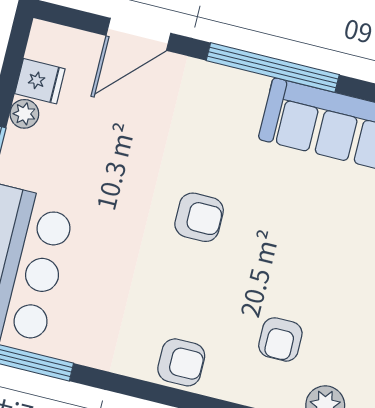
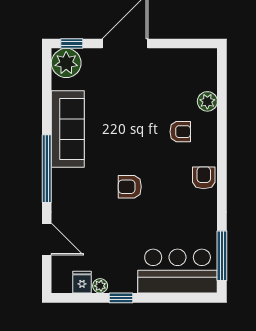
armchair: (199, 217) -> (130, 187), turned -90

